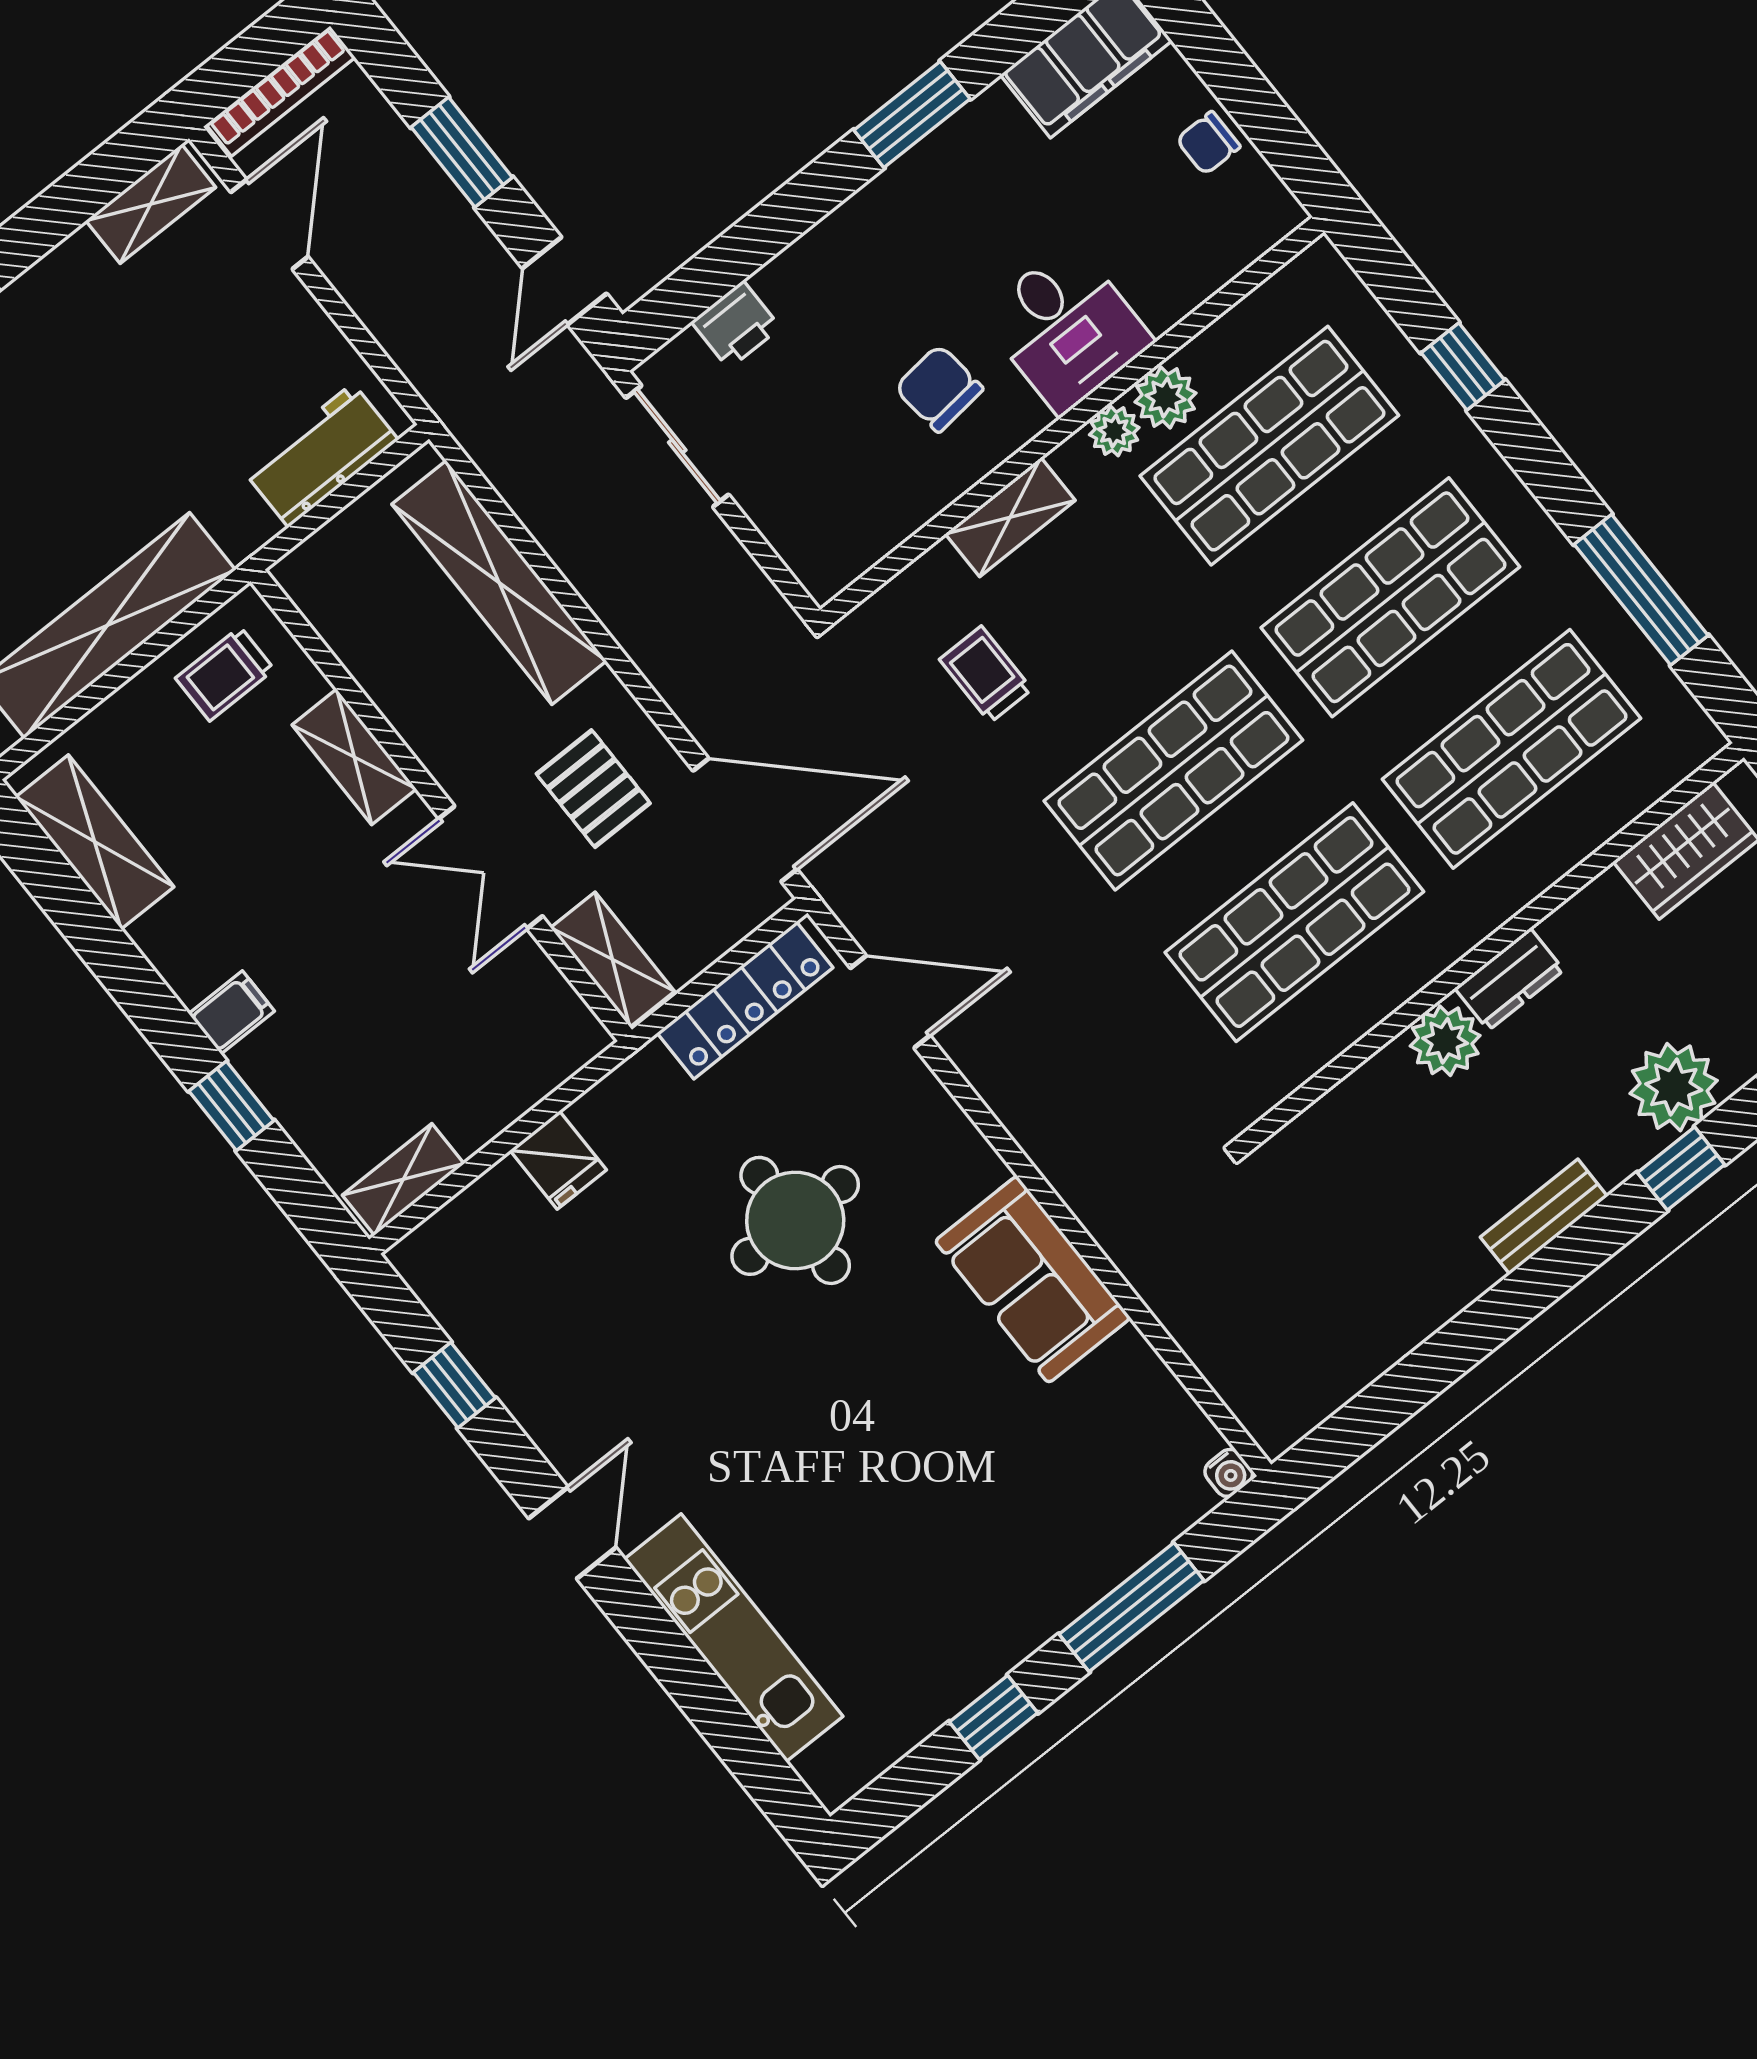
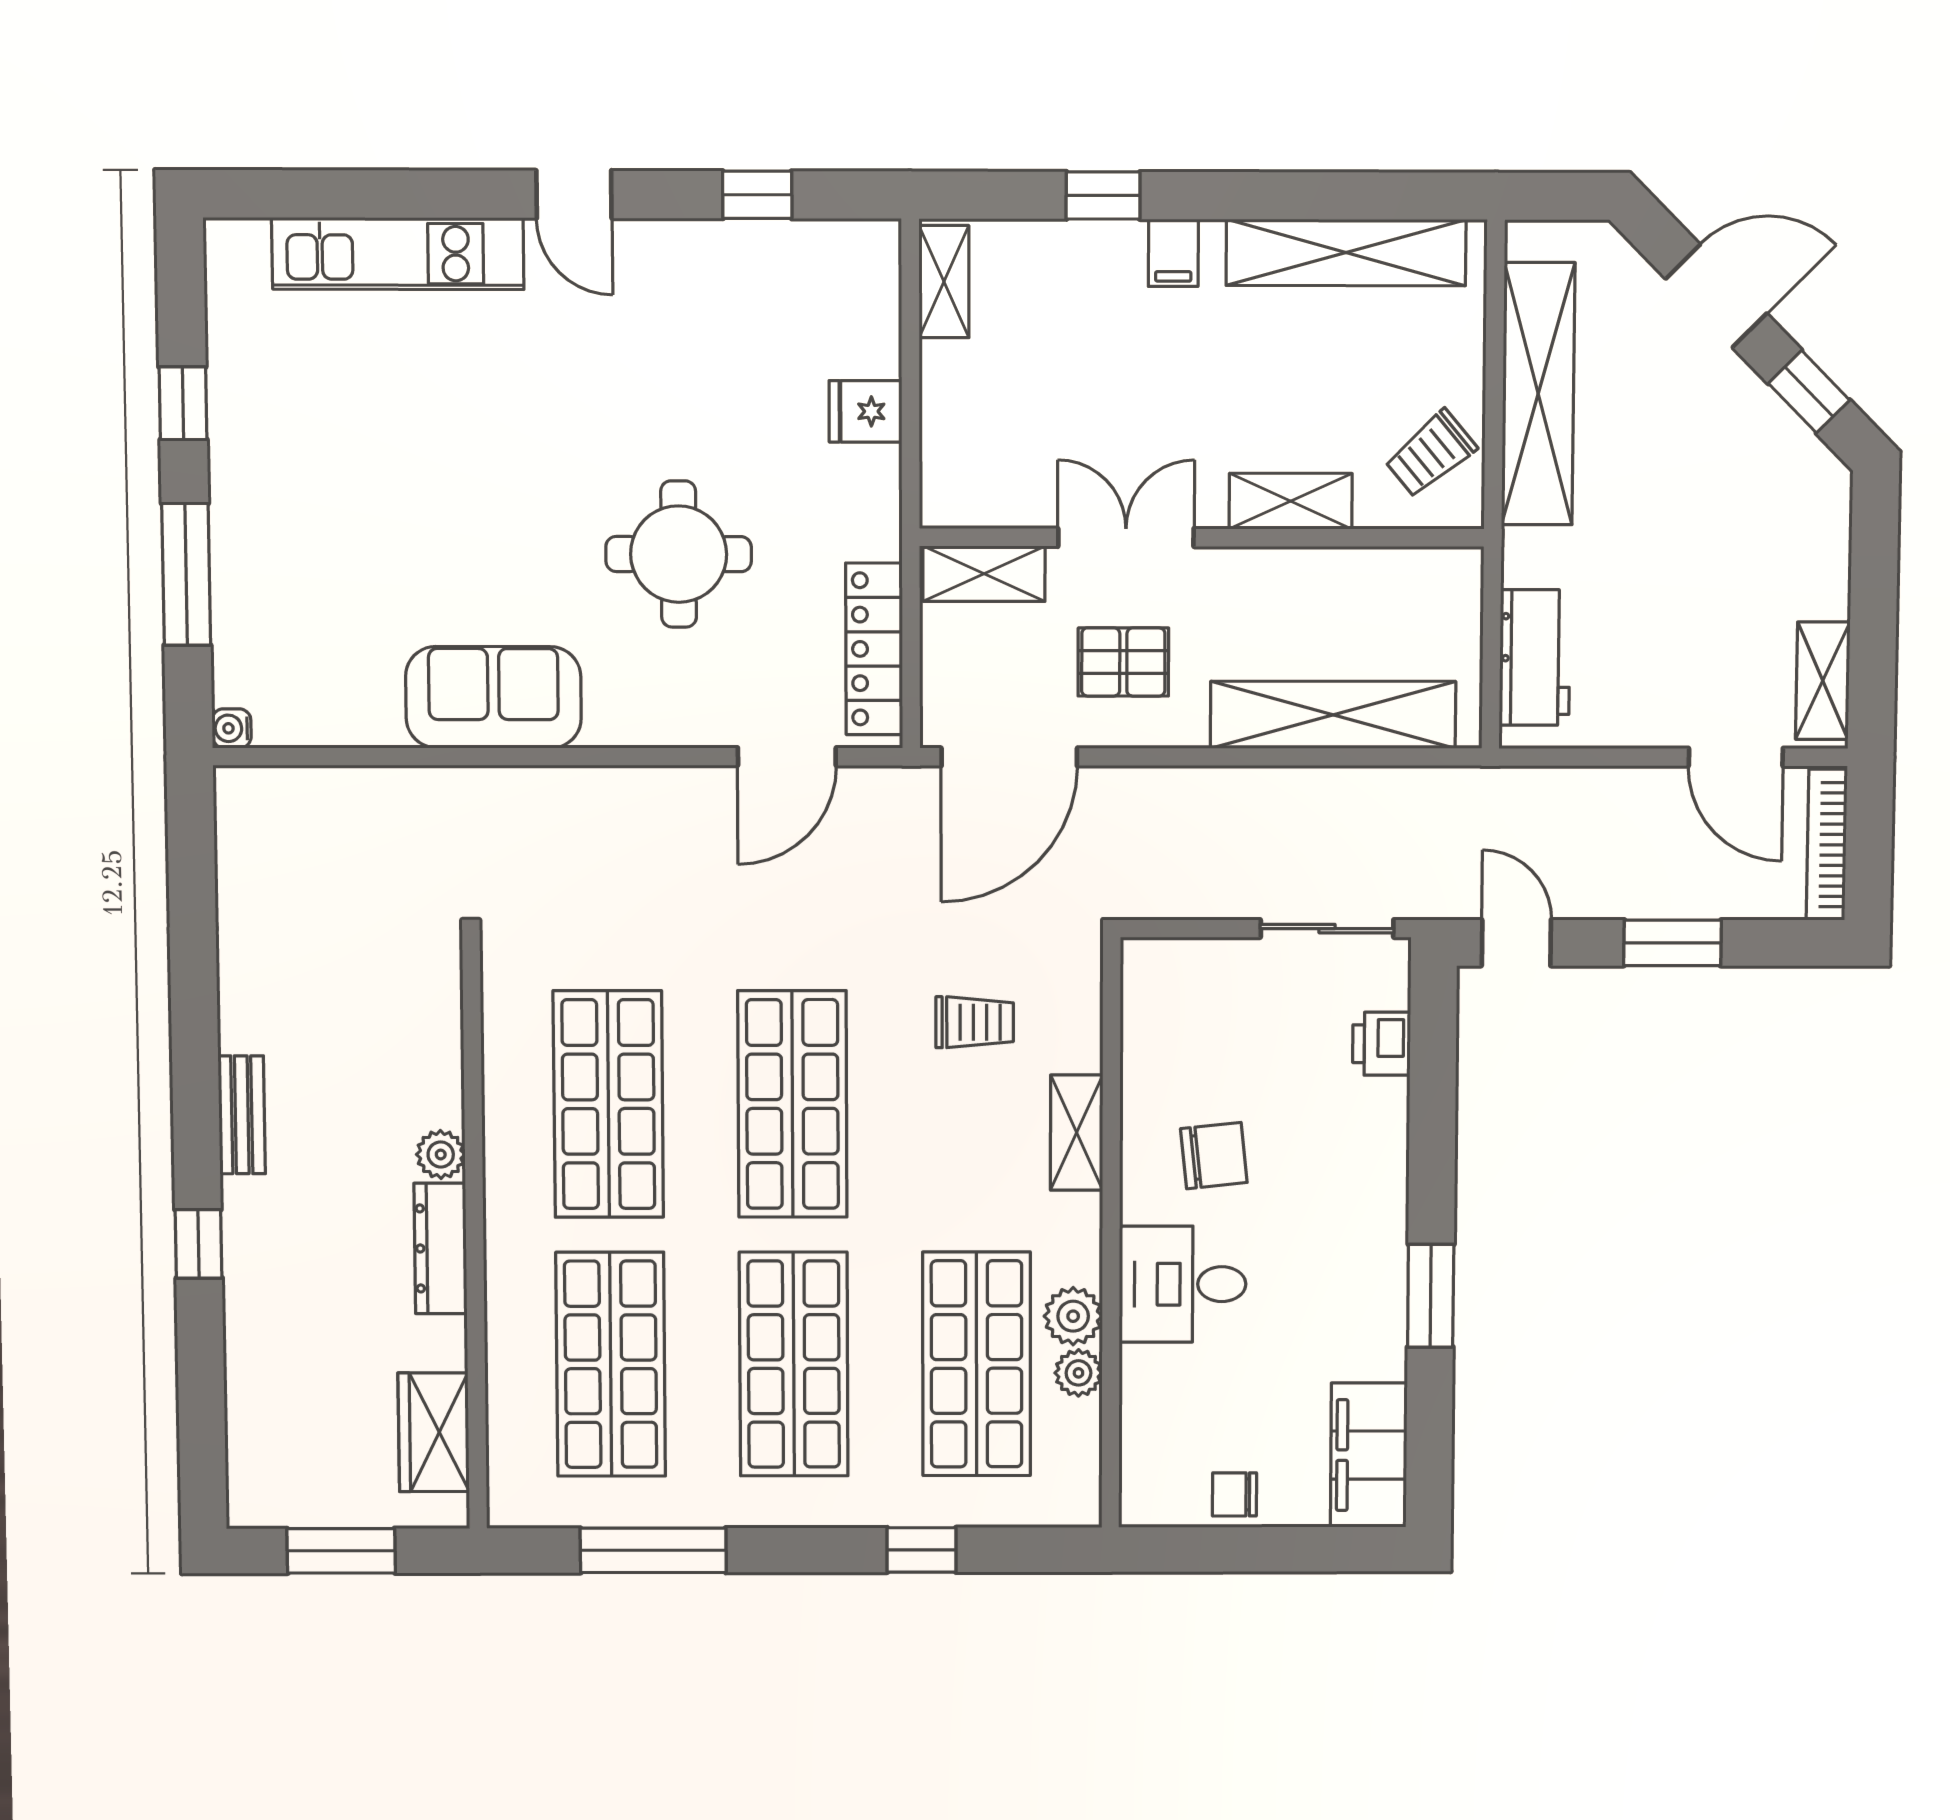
chair: (1208, 143) -> (1234, 1494), turned -90
plant: (1114, 431) -> (1078, 1373), moved
trolley: (225, 674) -> (1431, 454), turned -130
shelving: (95, 842) -> (1346, 253), width x1.47
dresser: (1509, 979) -> (440, 1248), width x1.44
plant: (1445, 1041) -> (441, 1154), width x0.73, depth x0.73
plant: (1674, 1087) -> (264, 1286), removed

